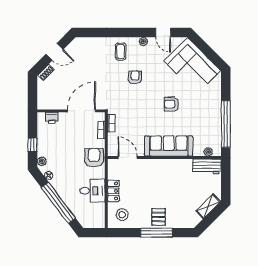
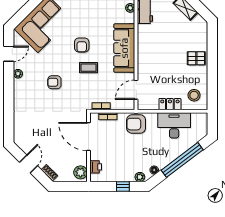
coffee table: (121, 52) -> (89, 68), moved
plant: (46, 103) -> (80, 172), added
desk: (92, 191) -> (174, 125), width x1.37
window: (156, 233) -> (212, 60), removed

